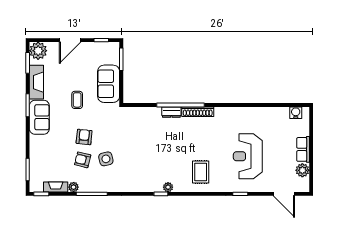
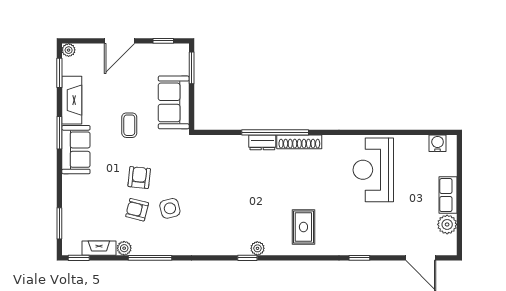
plant: (38, 51) -> (69, 50), width x0.53, depth x0.53
reception desk: (248, 156) -> (373, 170), moved

